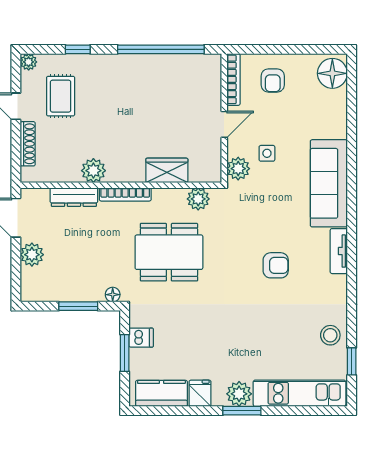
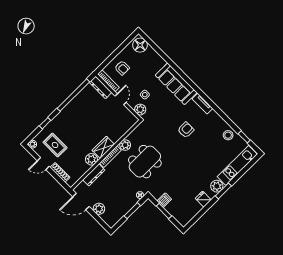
dresser: (212, 78) -> (101, 87), added
wardrobe: (167, 170) -> (103, 147), moved
plant: (198, 199) -> (125, 145), moved
kitchen counter: (161, 393) -> (190, 212), removed

